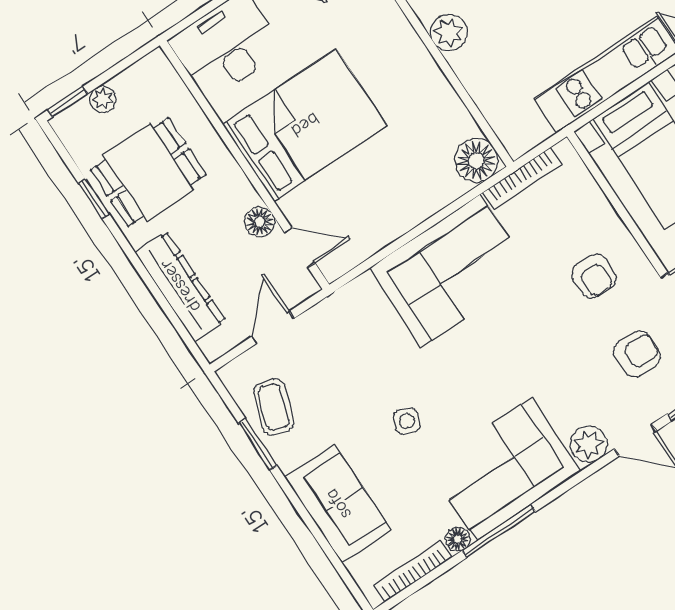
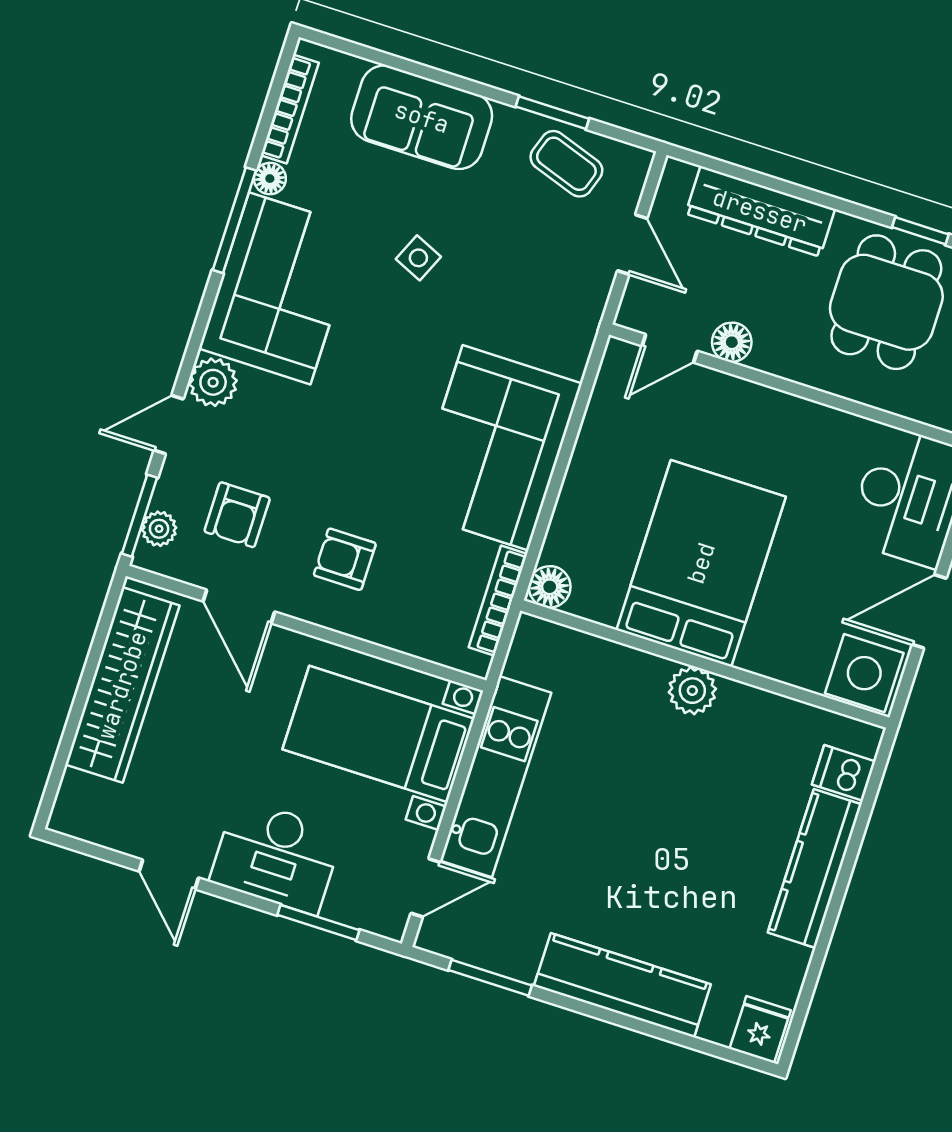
bed: (305, 125) -> (701, 563), moved, turned 180
floor lamp: (476, 161) -> (550, 587), width x0.73, depth x0.73

